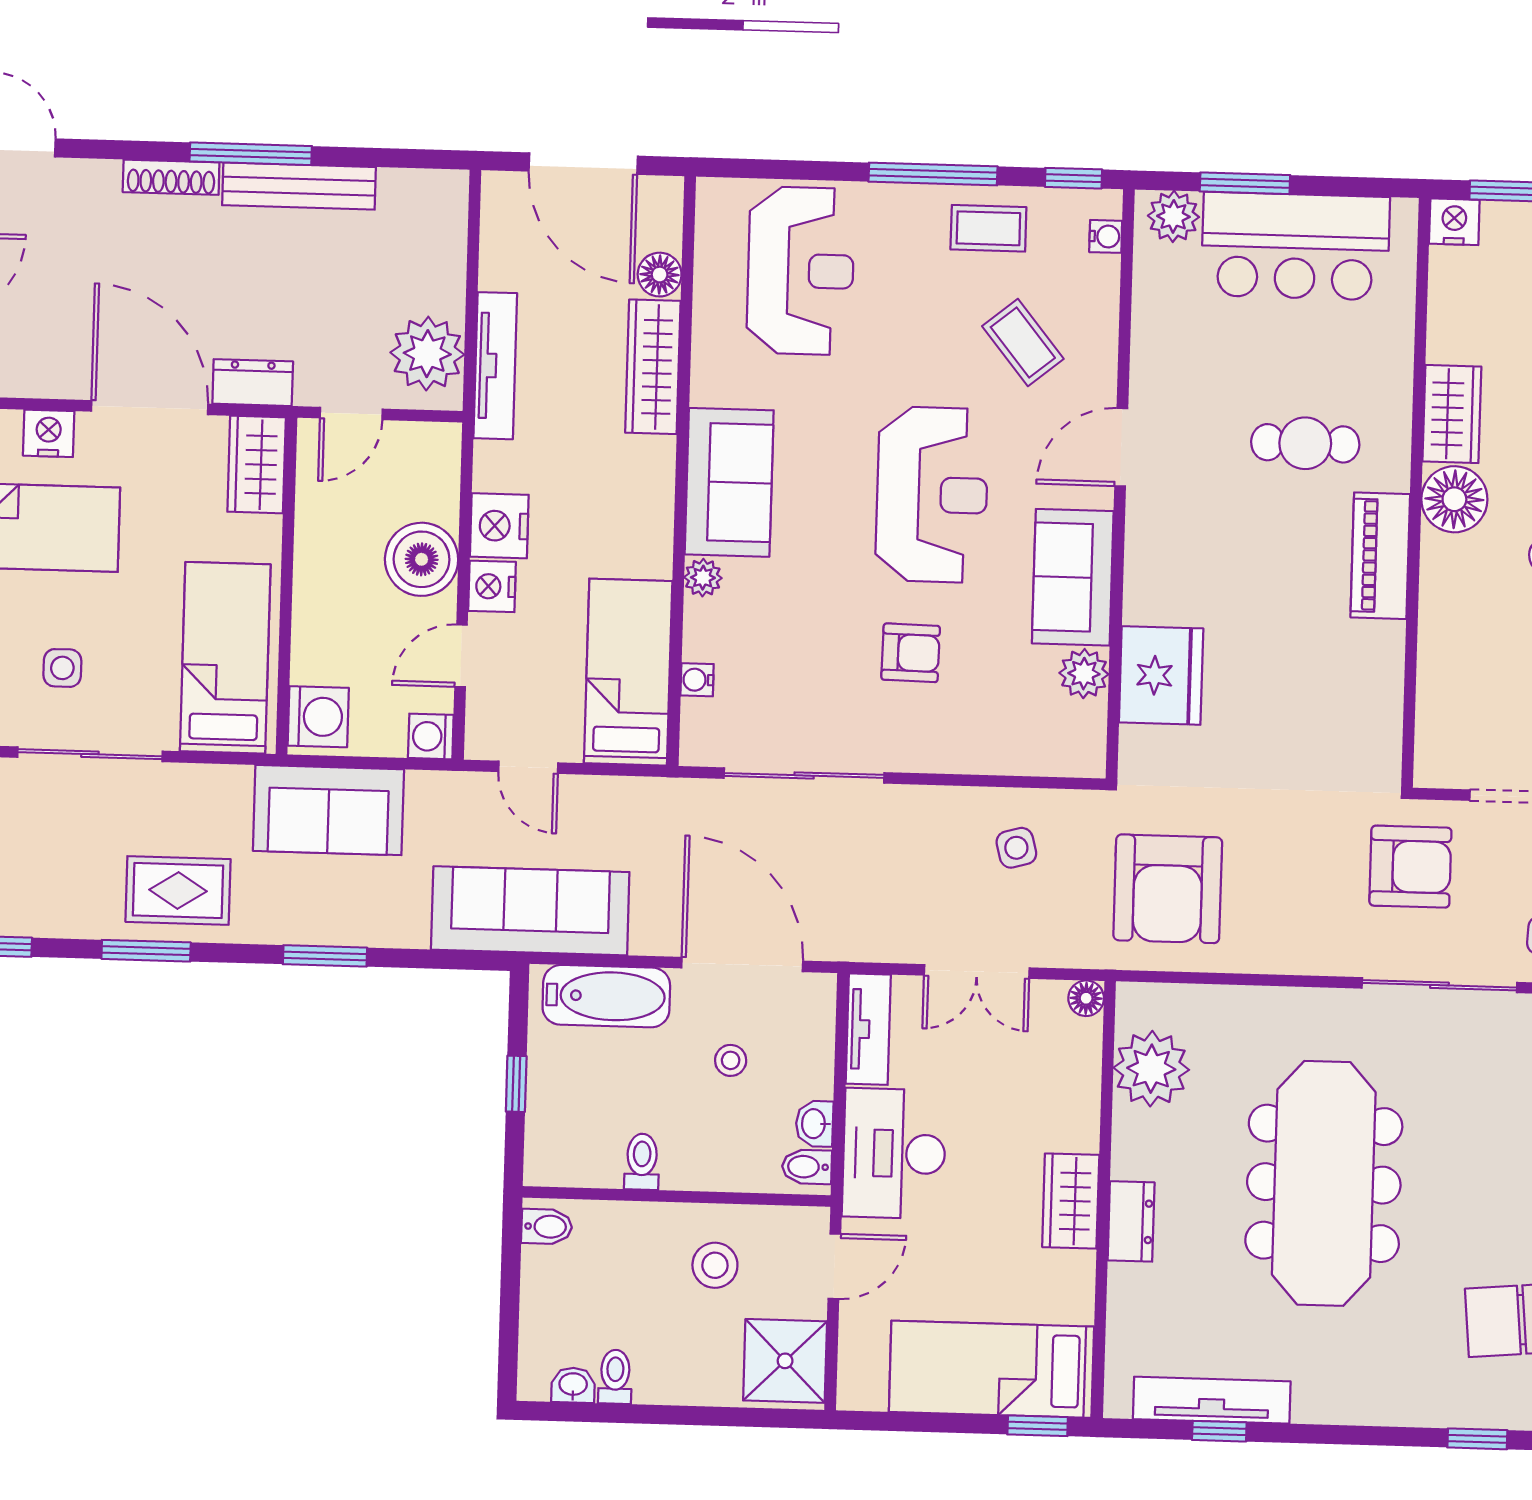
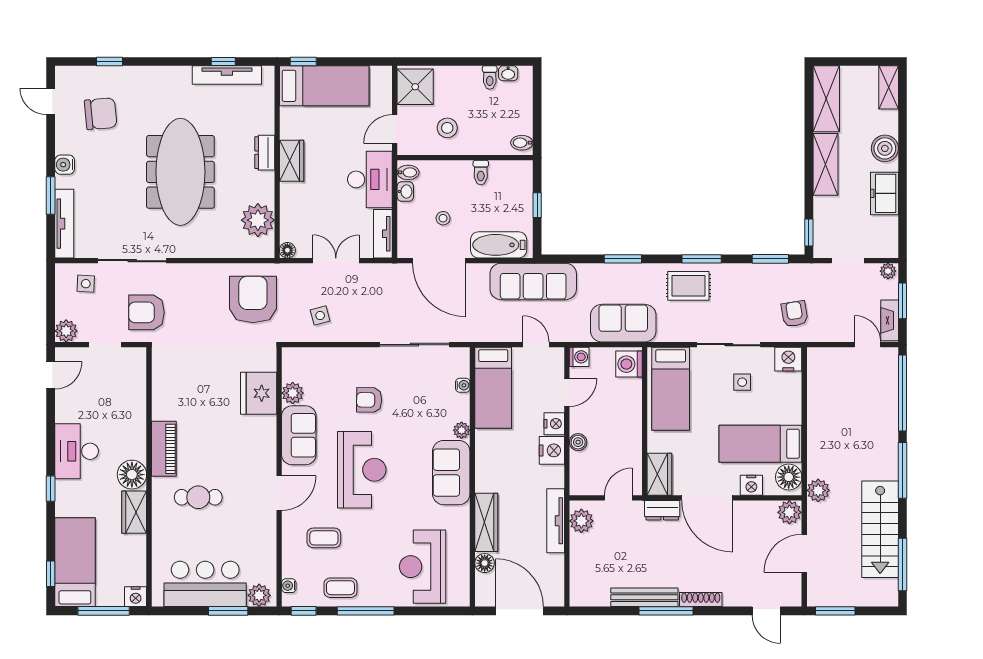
coffee table: (1023, 343) -> (324, 538), turned -51
plant: (427, 354) -> (581, 521), width x0.73, depth x0.73
reception desk: (932, 495) -> (362, 470), turned 180
boiler: (422, 559) -> (578, 442), width x0.54, depth x0.54

